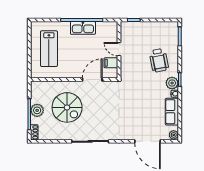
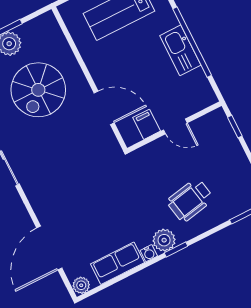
door: (119, 49) -> (175, 126), swing flipped

